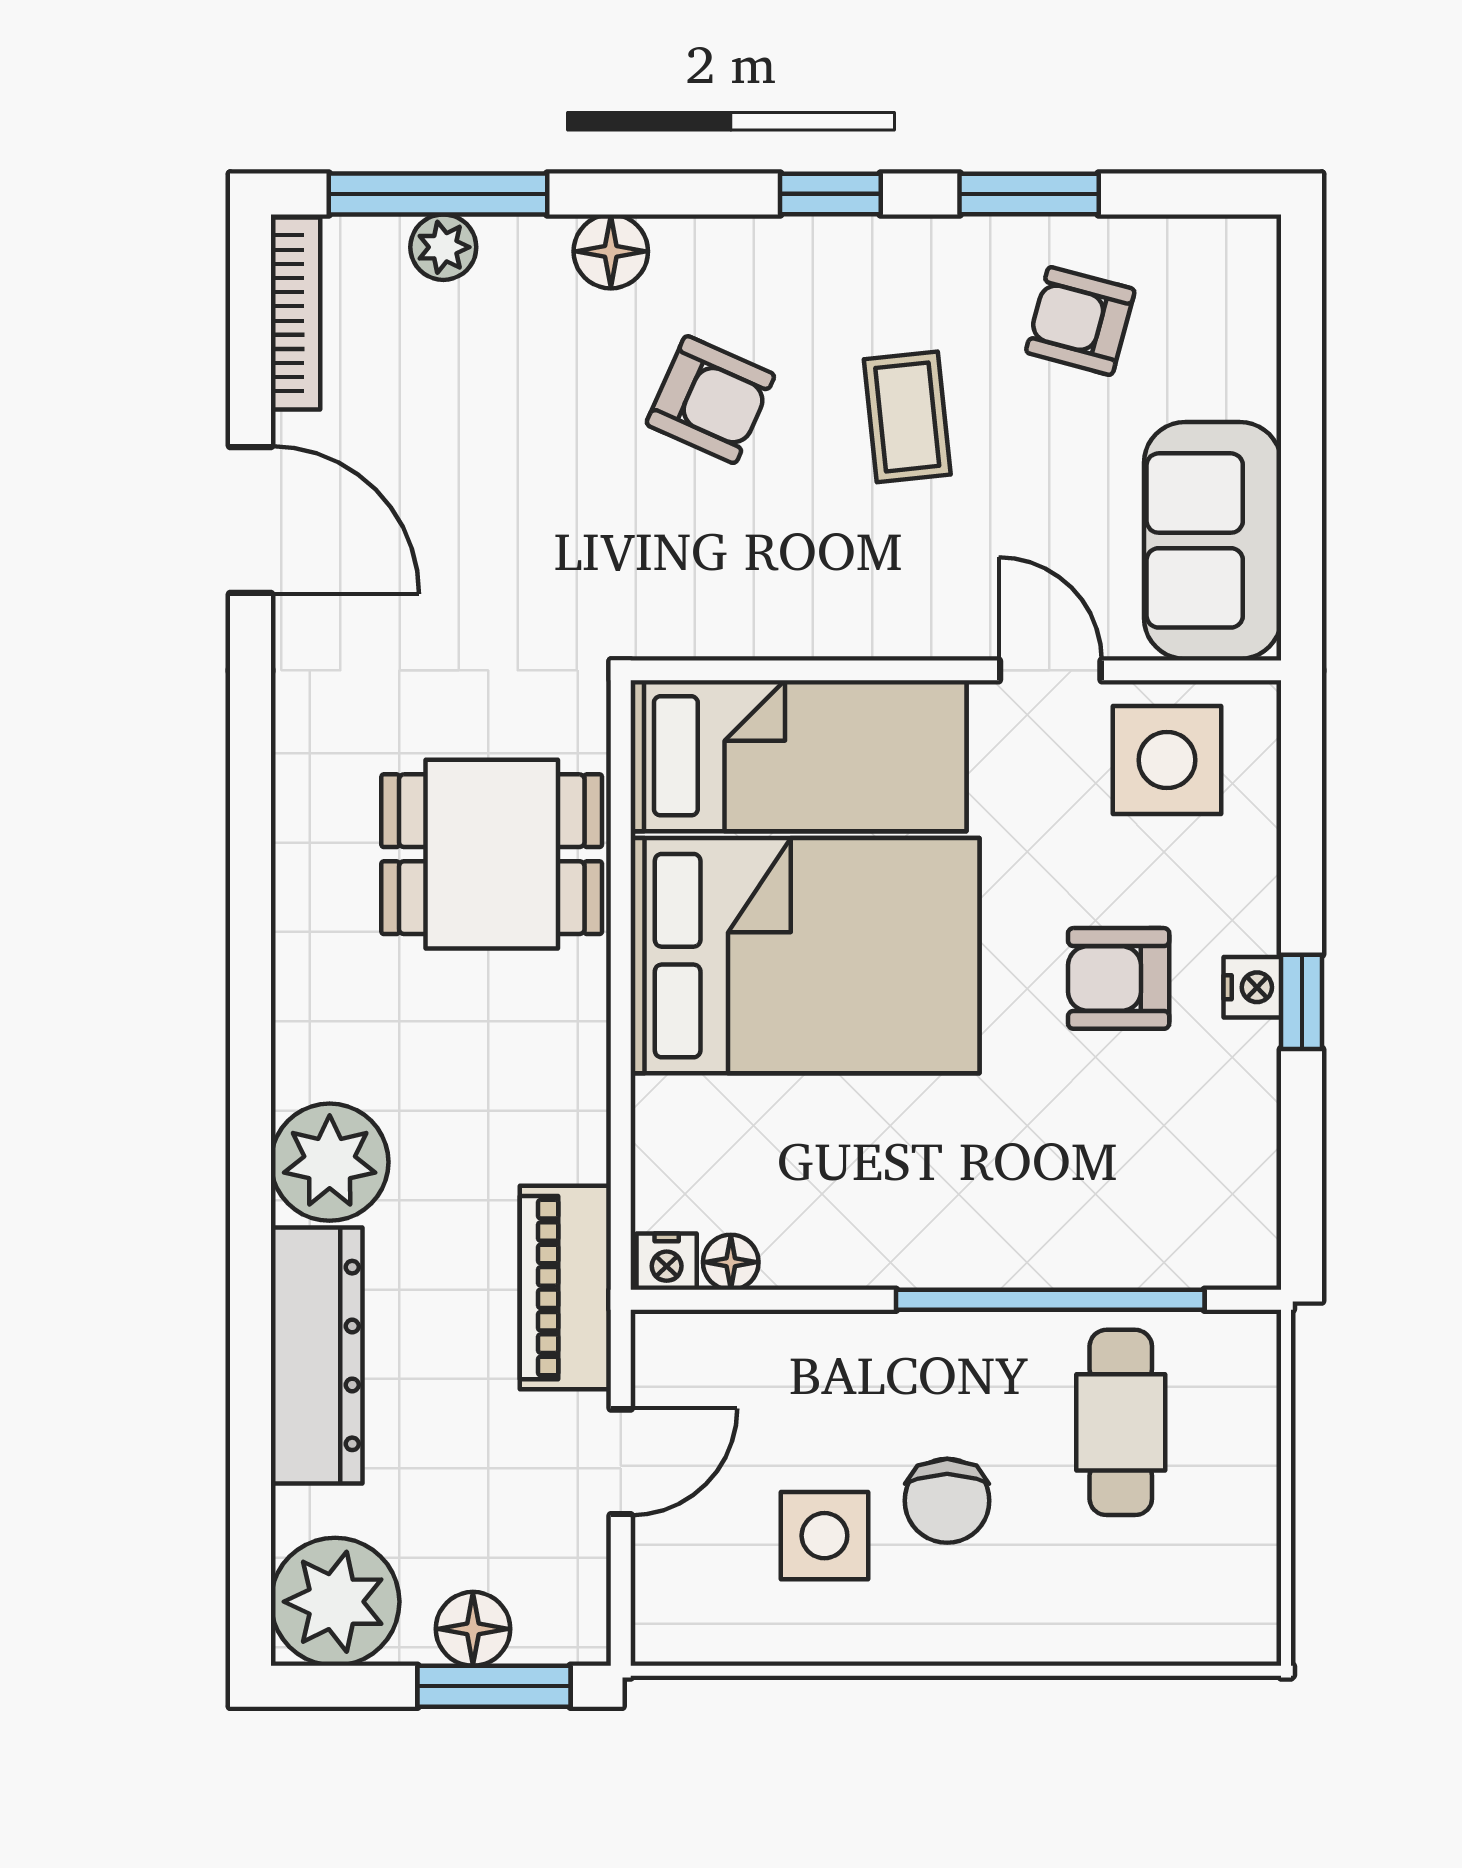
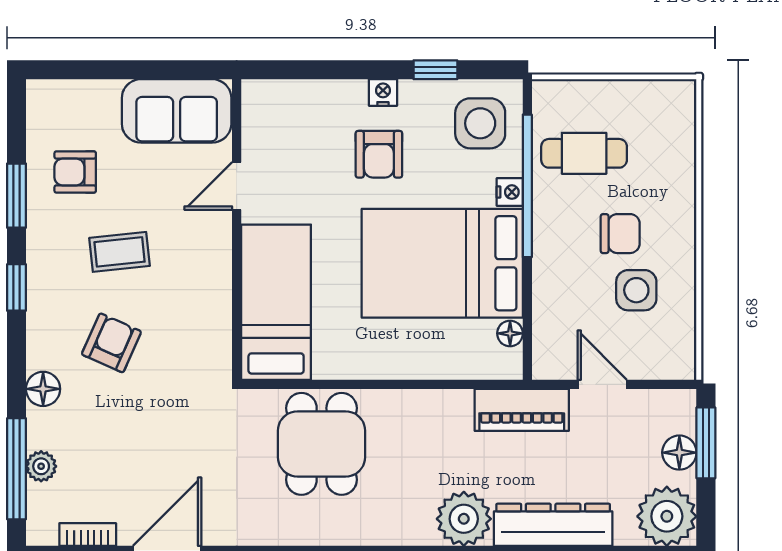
bookcase: (295, 313) -> (88, 535), width x0.64
armchair: (1080, 321) -> (75, 172), turned 75
side table: (1167, 760) -> (480, 123), moved
bed: (805, 956) -> (442, 263), moved, turned -90
window: (1302, 1002) -> (435, 70), moved
nightstand: (667, 1262) -> (510, 192), moved

